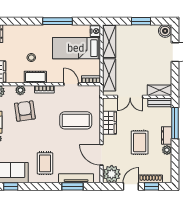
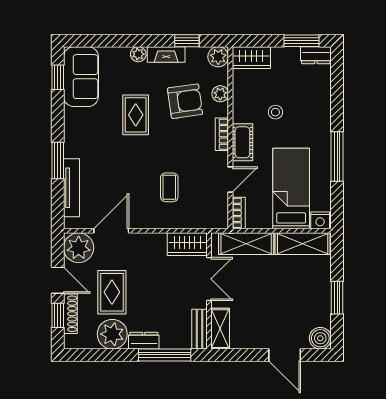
cot: (35, 77) -> (242, 142), moved
double door: (130, 97) -> (209, 279), swing flipped
coffee table: (76, 120) -> (169, 187), width x0.54, depth x0.58
wardrobe: (109, 123) -> (187, 244), moved
rug: (140, 142) -> (112, 292), moved, turned 90
plant: (167, 150) -> (112, 334), width x1.88, depth x1.88
rug: (45, 163) -> (136, 115), moved, turned 90
window: (72, 186) -> (58, 160), moved

